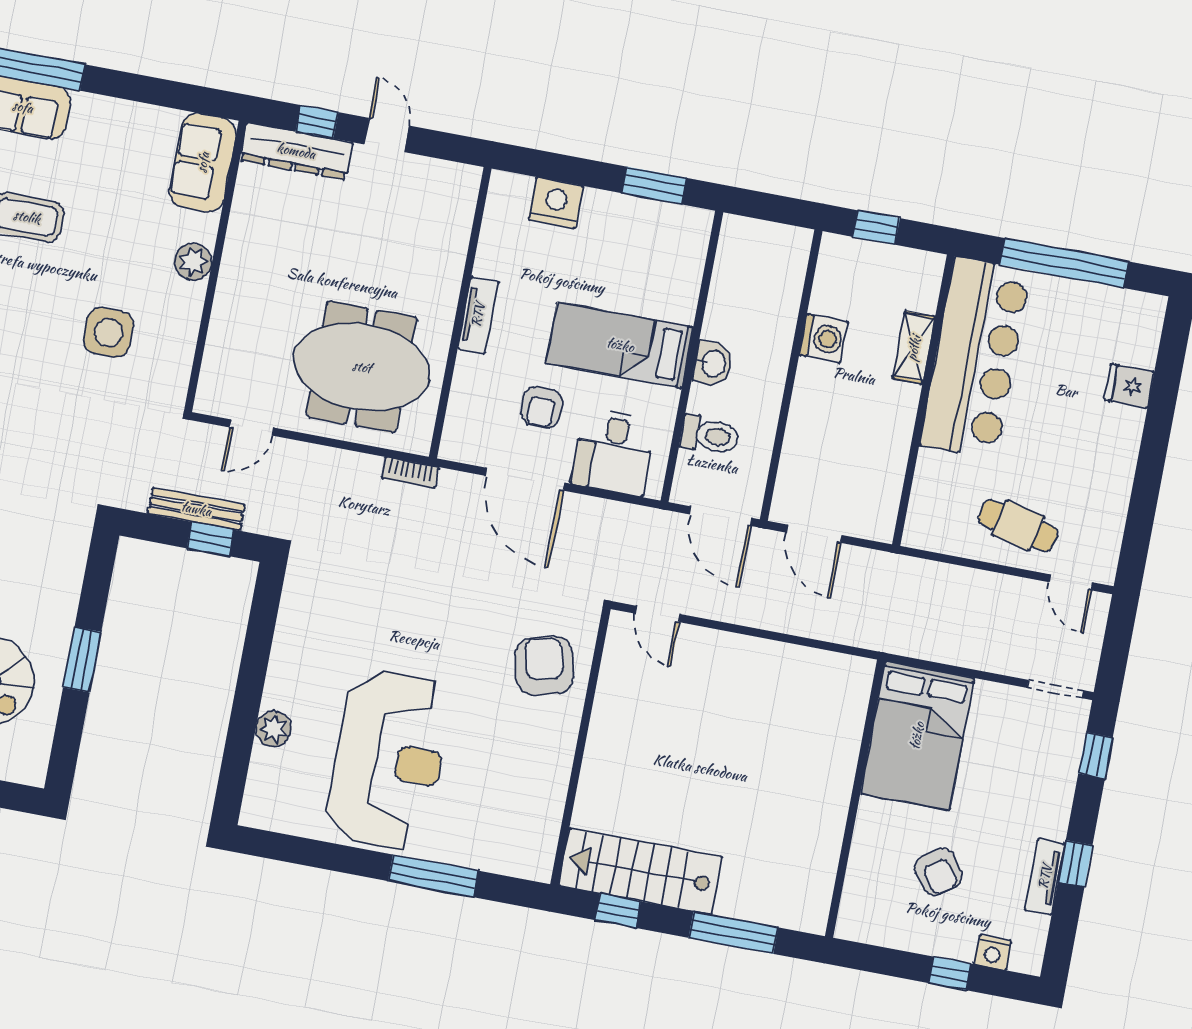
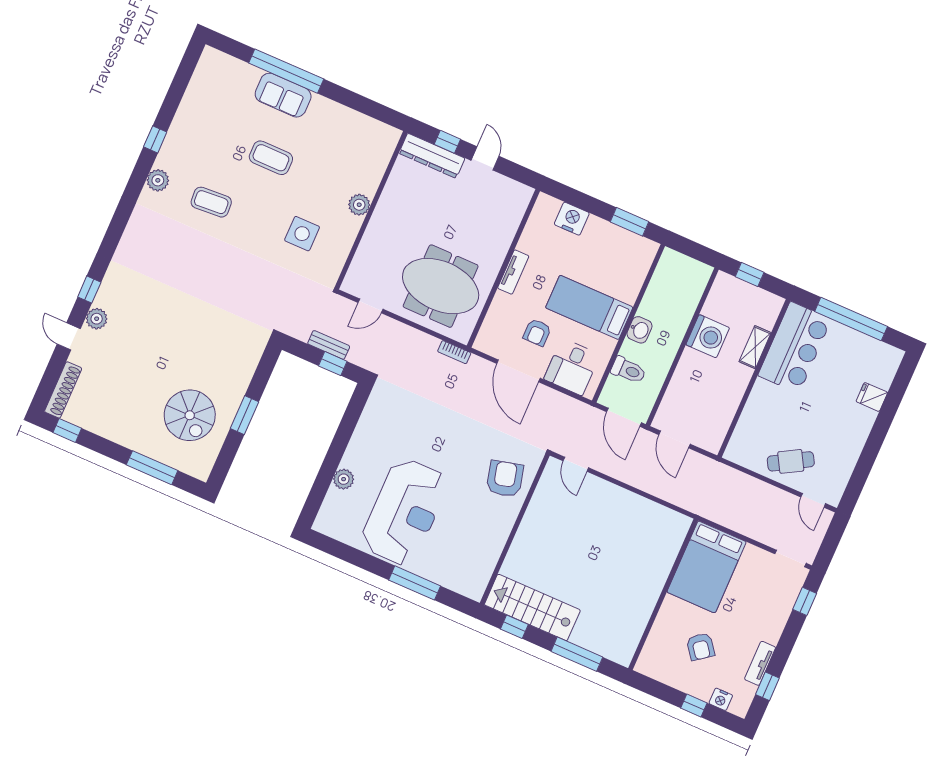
sofa: (203, 162) -> (378, 150), removed
washing machine: (824, 338) -> (708, 336), width x1.37, depth x1.37
bar counter: (975, 358) -> (795, 347), width x0.73
bench: (196, 509) -> (329, 345), width x0.73
cafe table: (1018, 526) -> (791, 461), turned -43
window: (1075, 863) -> (767, 686), moved

